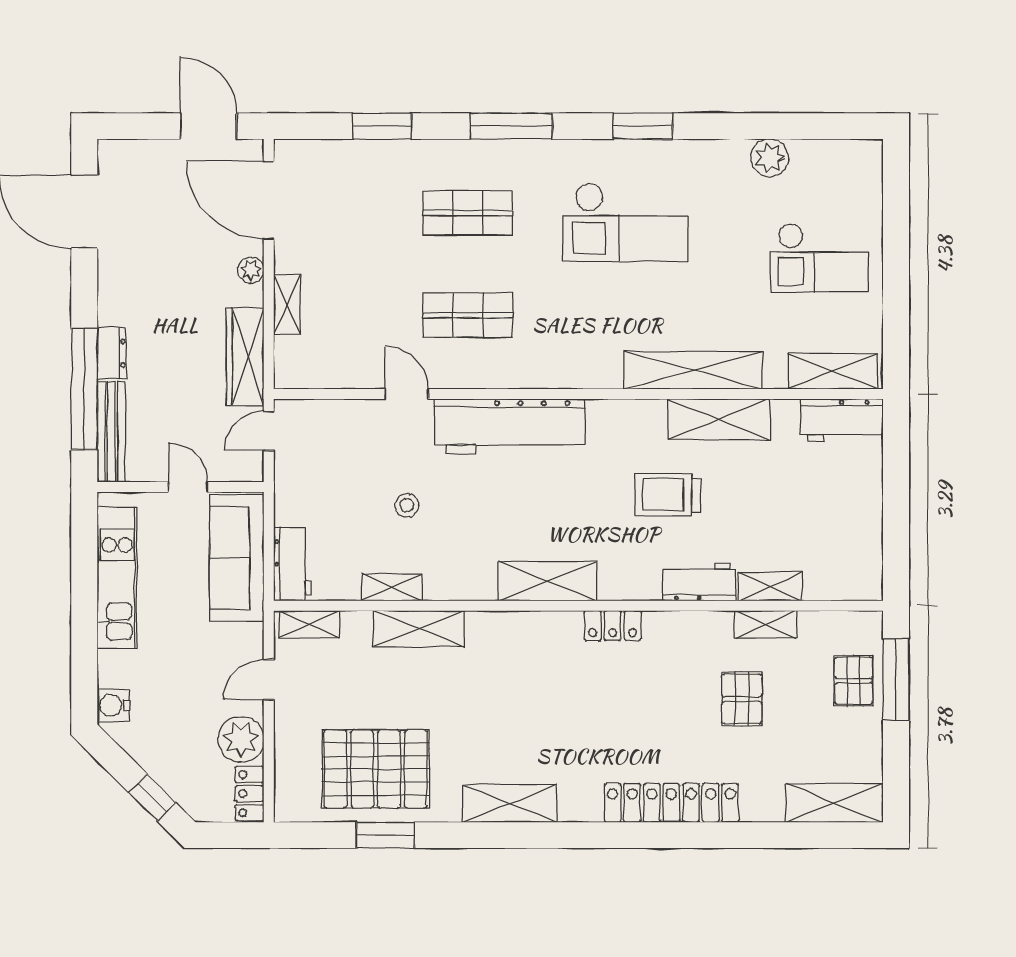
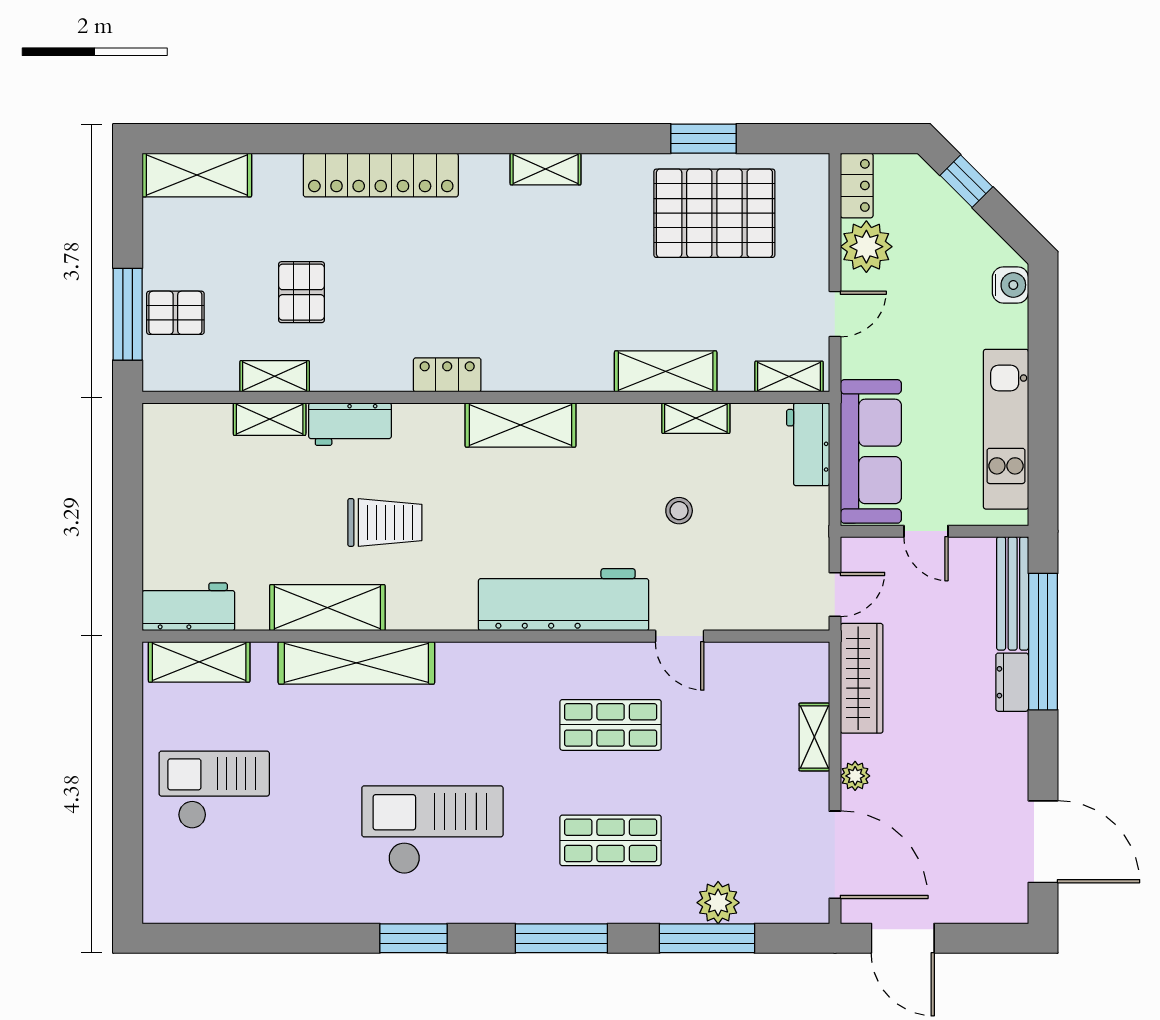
window: (382, 126) -> (707, 938), width x1.44
plant: (770, 158) -> (718, 903), moved
pallet: (854, 681) -> (175, 313), turned 90
shelving: (510, 803) -> (546, 169), width x0.67, depth x0.75

